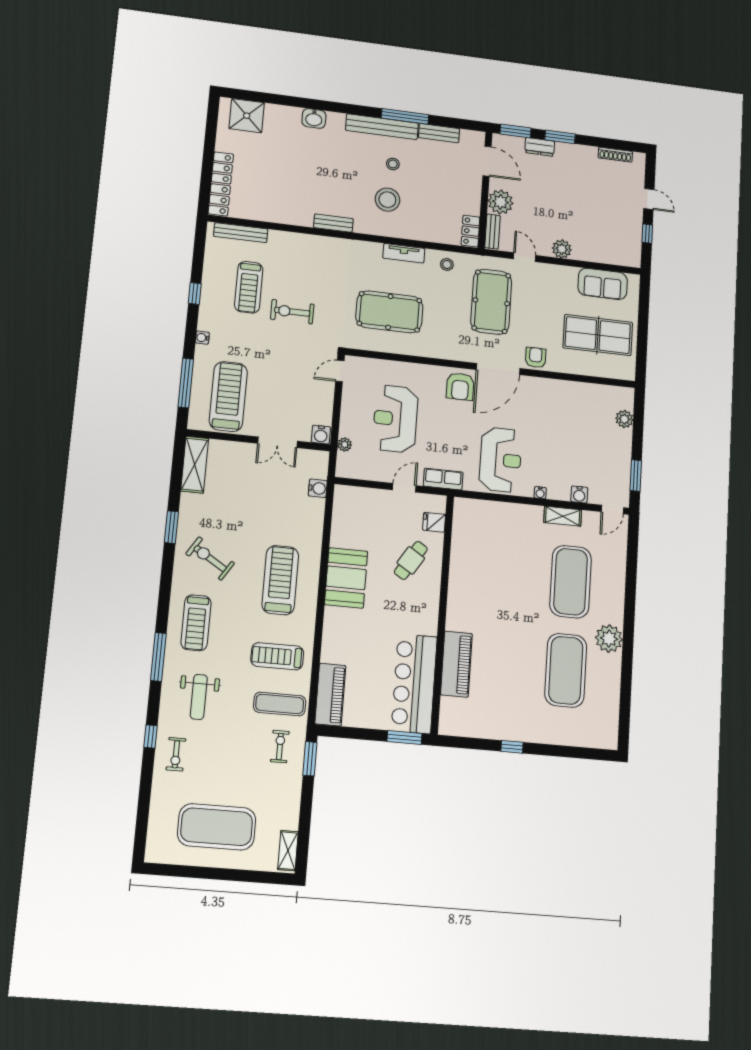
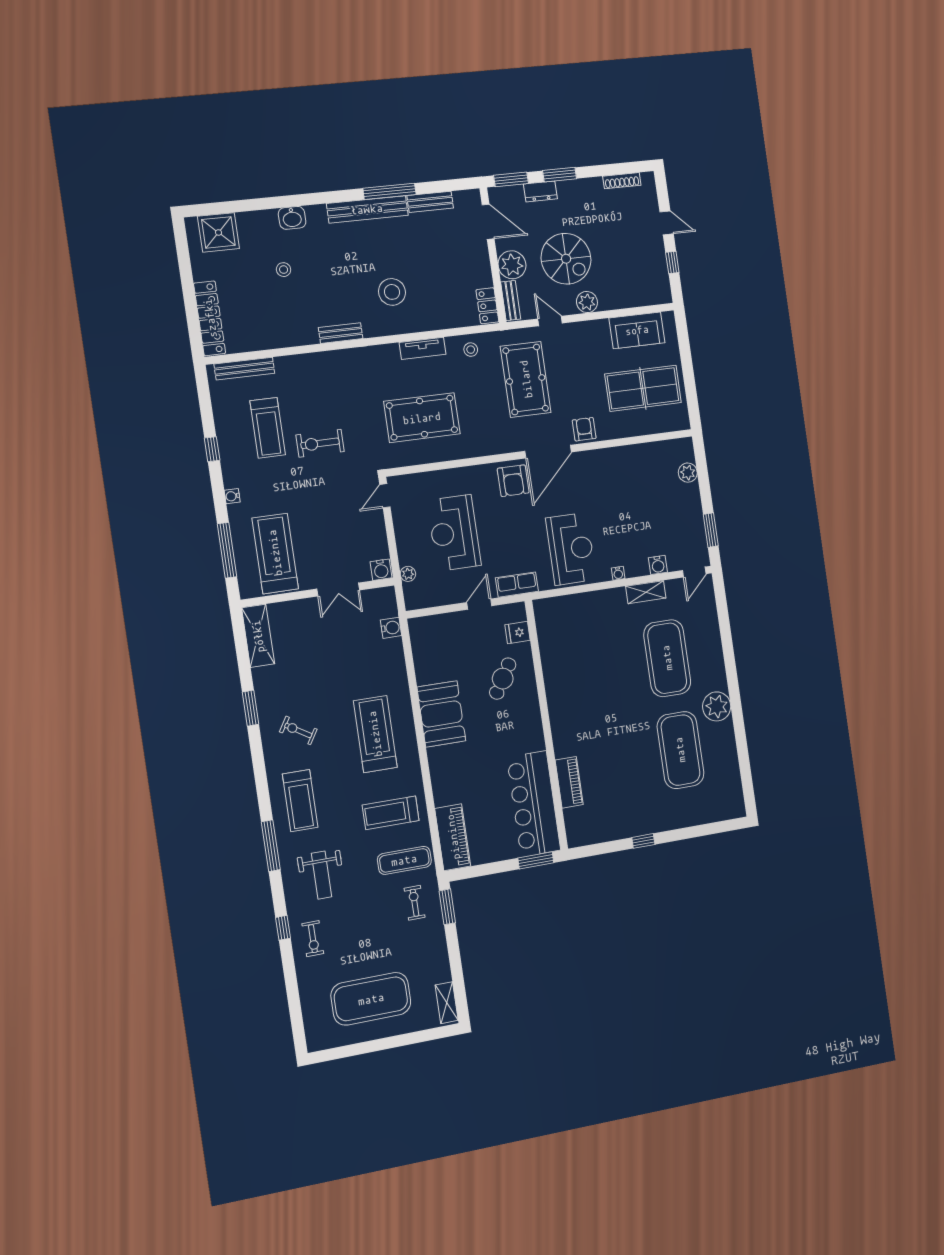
stool: (393, 164) -> (284, 270), moved
spiral stairs: (551, 208) -> (566, 259), added
exercise bike: (210, 558) -> (298, 730), width x0.73, depth x0.72
piano: (456, 664) -> (569, 782), width x0.73, depth x0.75

